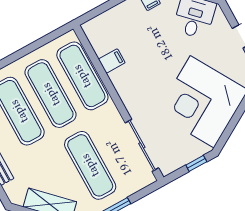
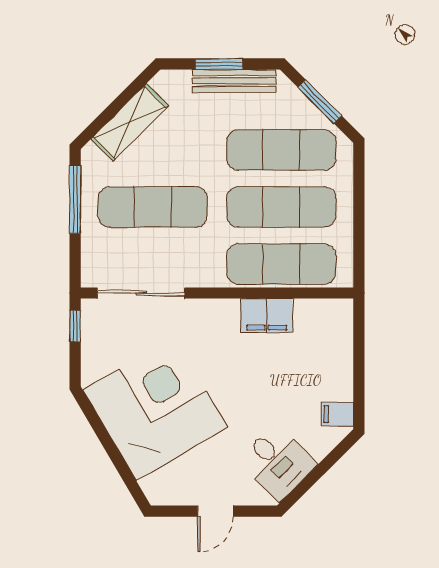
filing cabinet: (112, 61) -> (267, 316), width x2.00
window: (196, 163) -> (75, 326), moved

